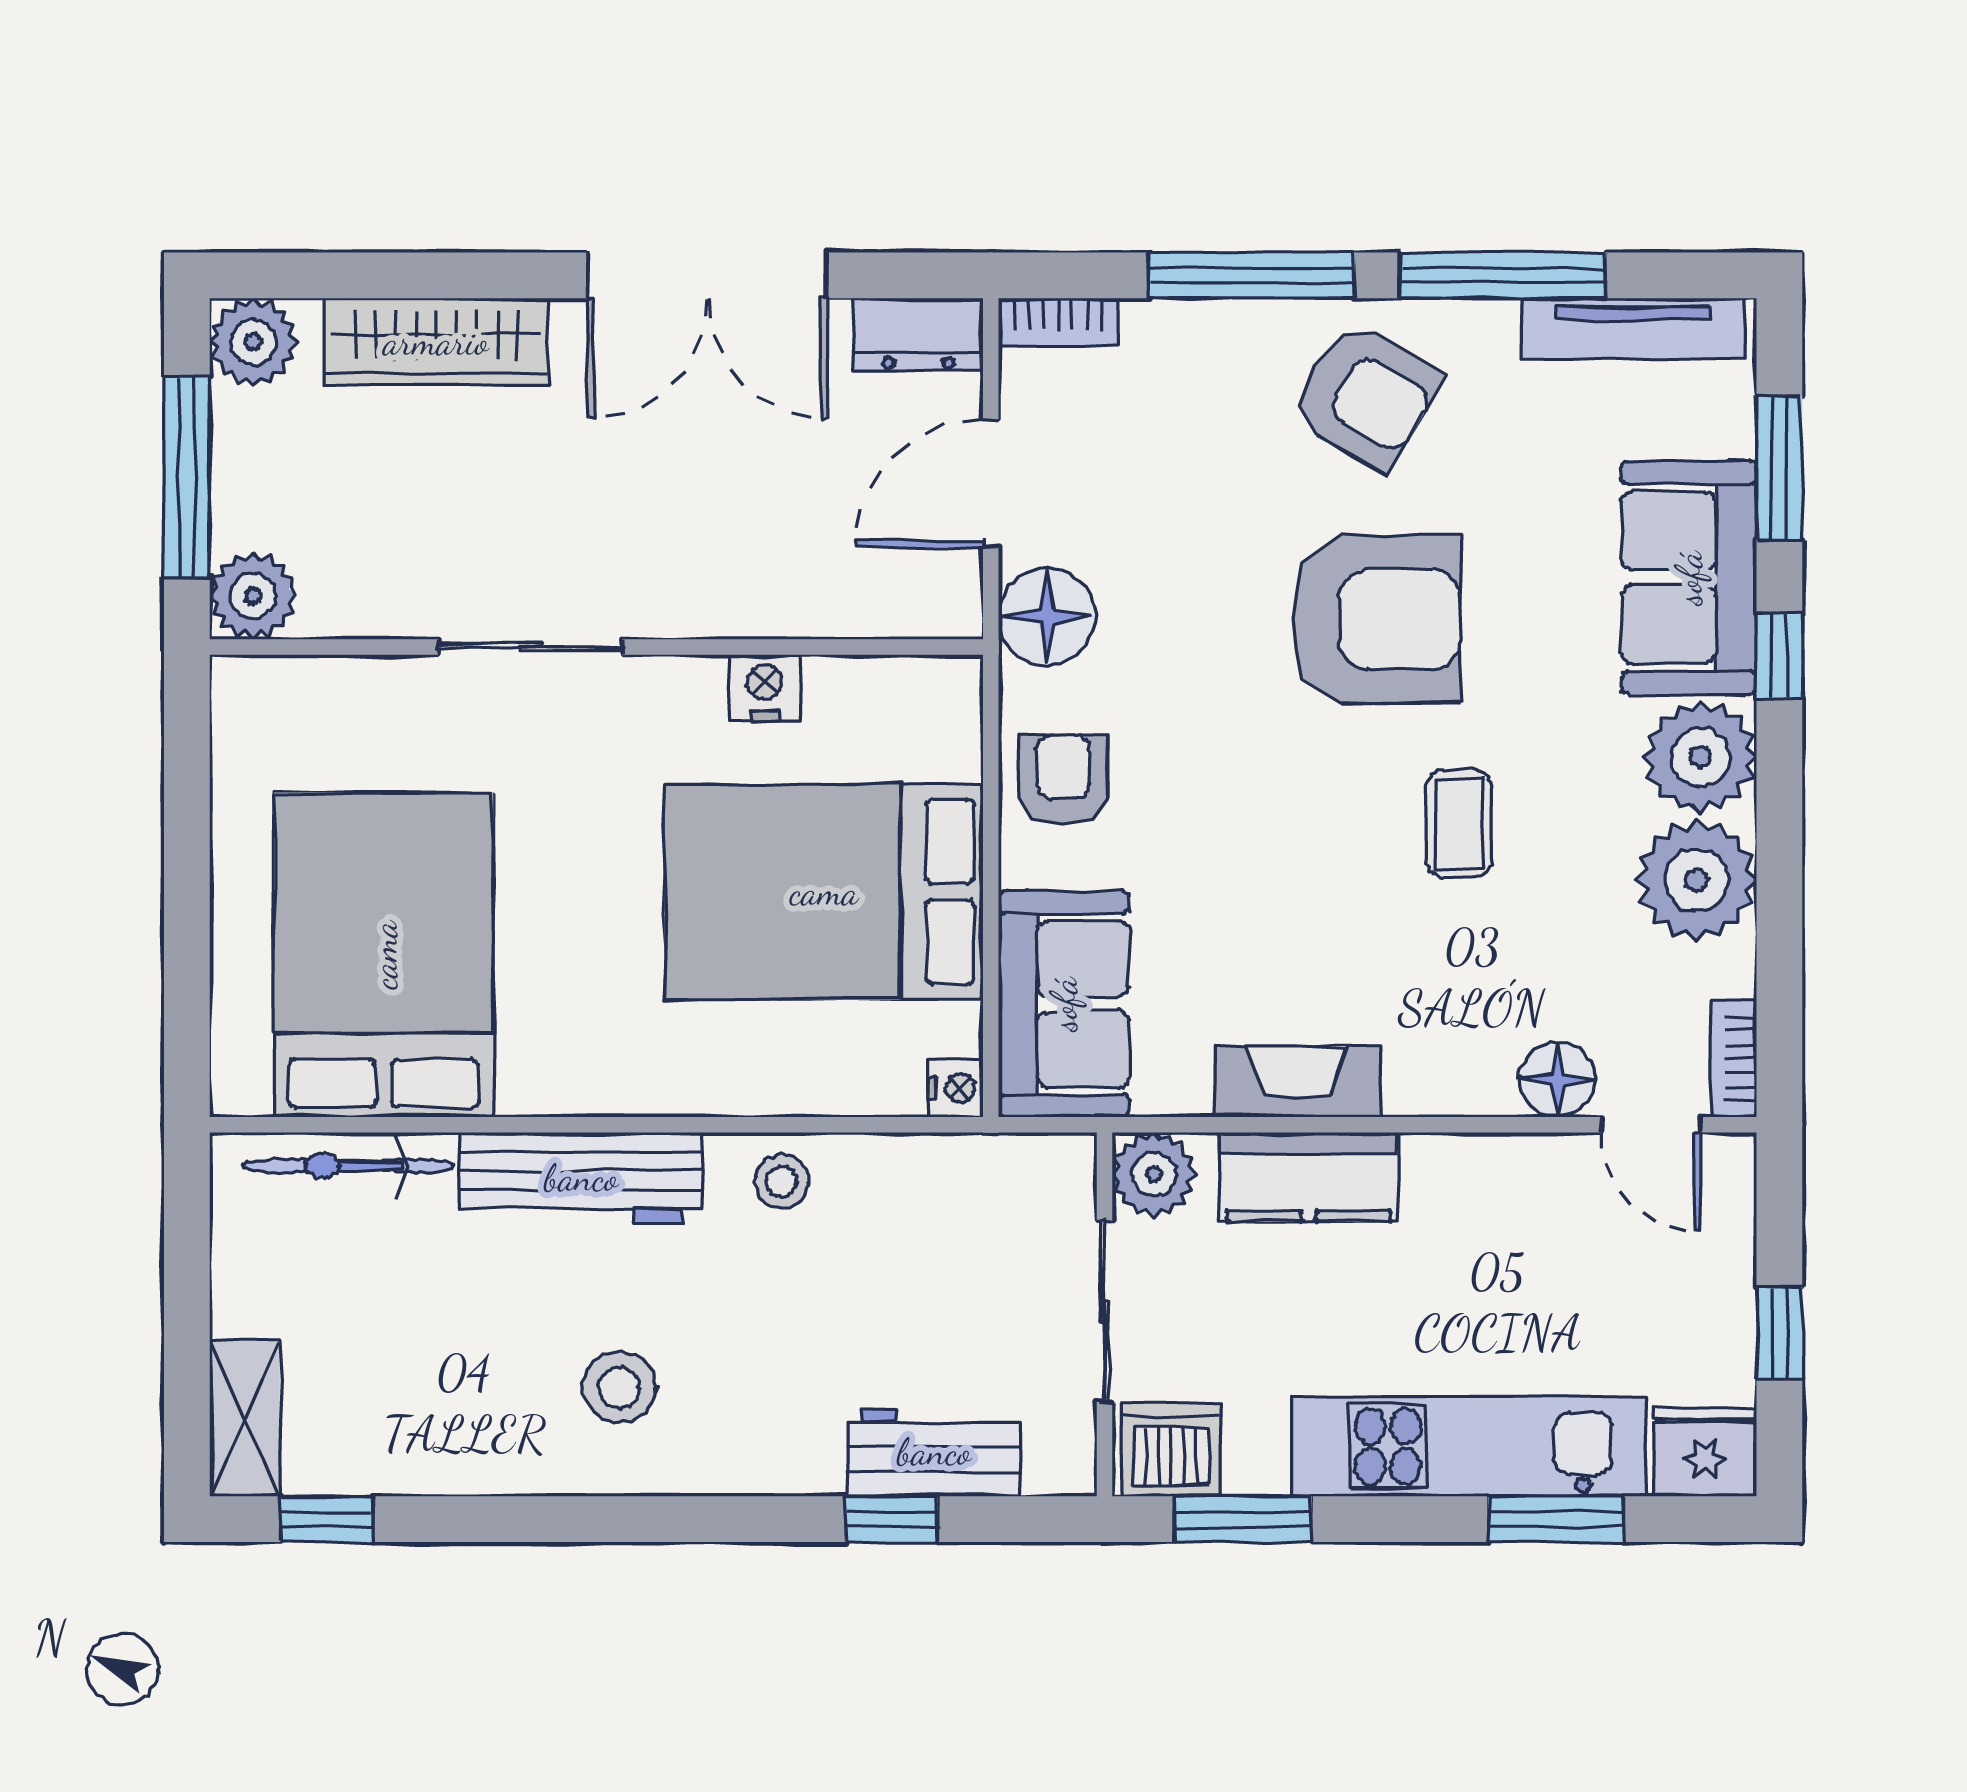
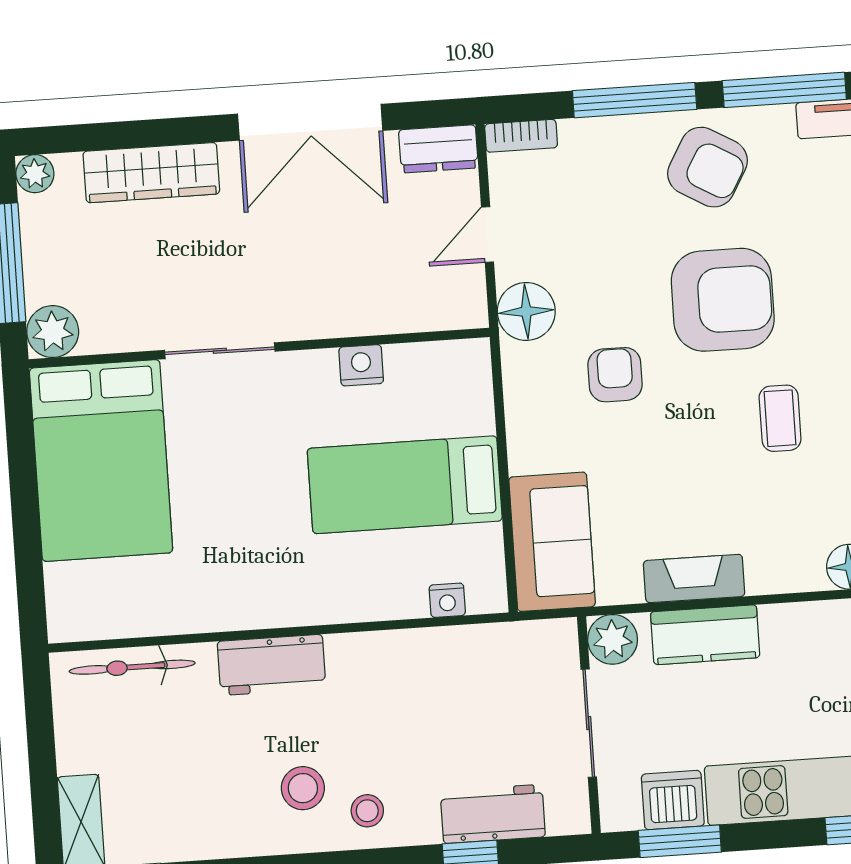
plant: (253, 342) -> (35, 174), width x0.73, depth x0.73
door: (991, 483) -> (487, 235), width x0.73
armchair: (1063, 779) -> (615, 375), moved
bed: (824, 892) -> (405, 485), width x0.67
bed: (384, 955) -> (101, 460), moved, turned 180
nightstand: (956, 1088) -> (447, 600), moved, turned 90
workbench: (581, 1178) -> (272, 665), width x0.73
stool: (782, 1182) -> (367, 811), moved
dishwasher: (1171, 1450) -> (673, 800), moved

